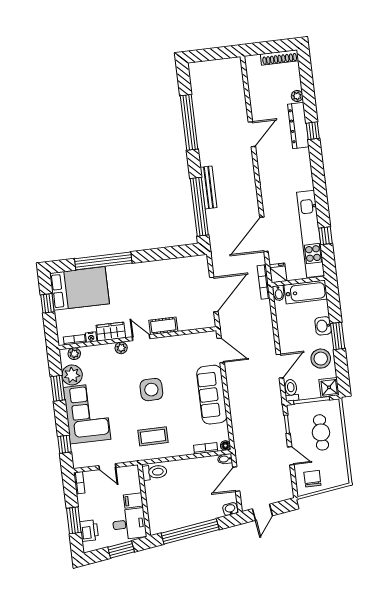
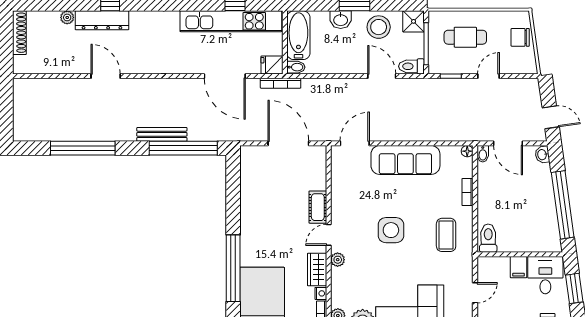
bookcase: (206, 448) -> (468, 192), moved
chair: (312, 479) -> (520, 37), moved

